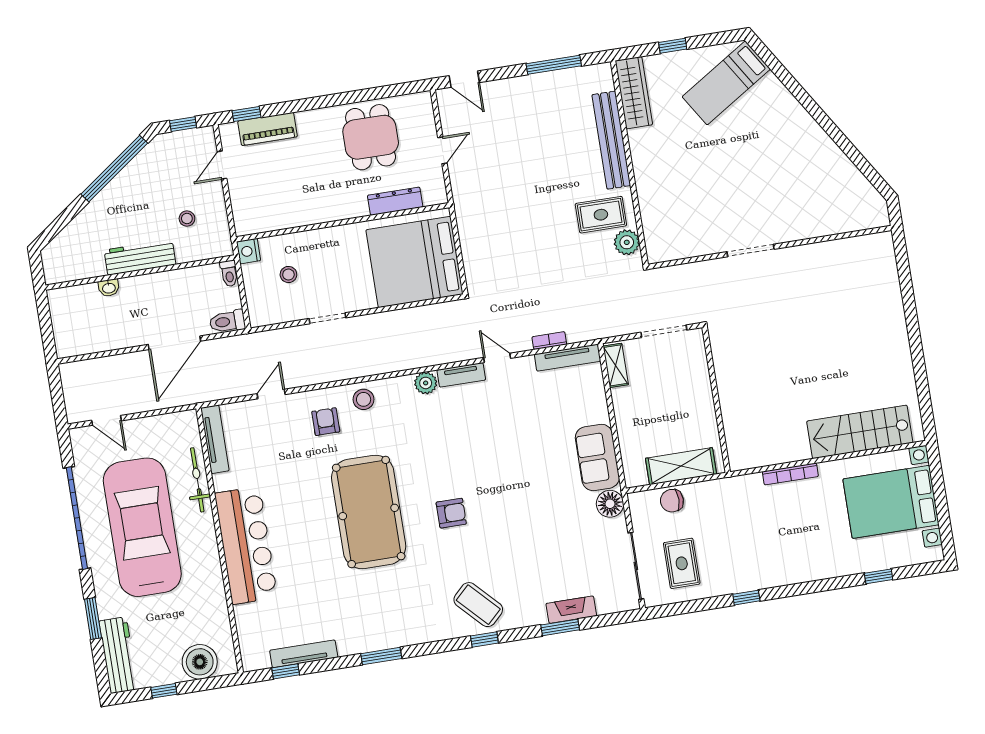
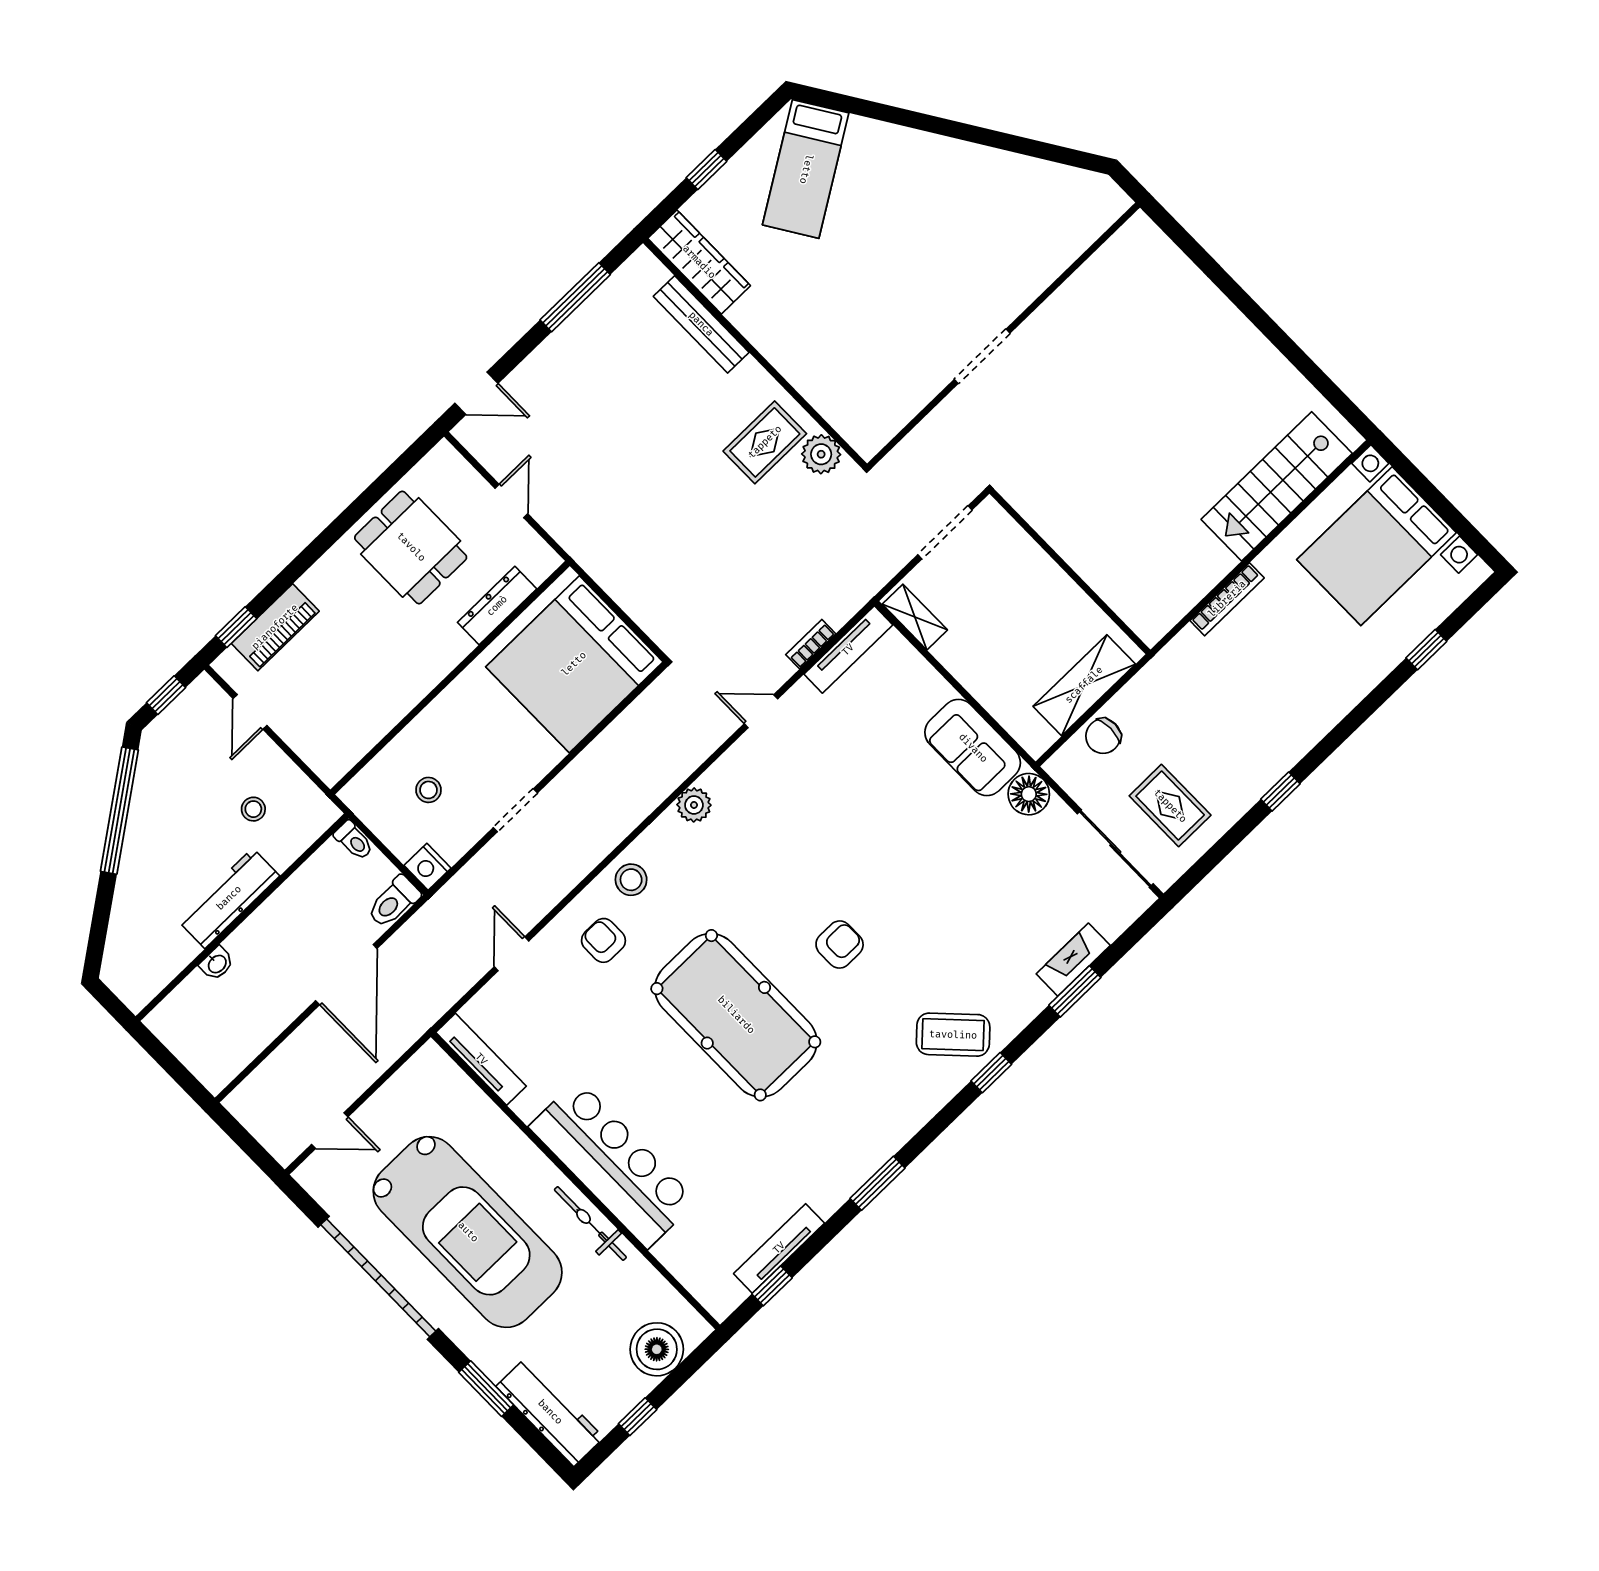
bench: (611, 140) -> (701, 324), width x0.73, depth x0.82
nightstand: (249, 251) -> (428, 867), moved
tv unit: (461, 375) -> (731, 764), removed
bicycle: (197, 480) -> (590, 1224), moved
car: (142, 527) -> (468, 1232), turned 180

